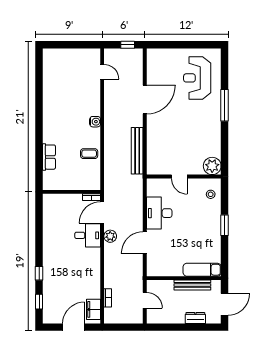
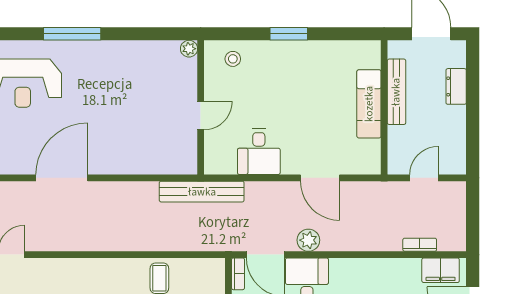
door: (145, 100) -> (62, 178), hinge flipped
water cooler: (95, 122) -> (102, 268), removed
bench: (137, 151) -> (202, 192), moved
plant: (212, 166) -> (189, 49), width x0.53, depth x0.53
desk: (159, 213) -> (259, 152), width x0.73
exam couch: (202, 270) -> (369, 104), moved

